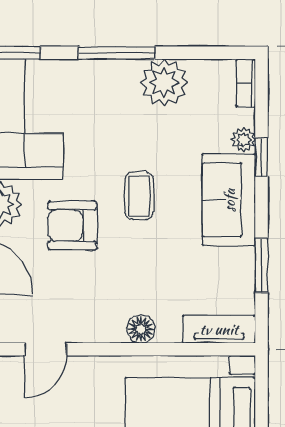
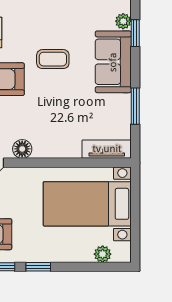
coffee table: (139, 196) -> (53, 59), turned 90
floor lamp: (141, 329) -> (22, 149), moved

